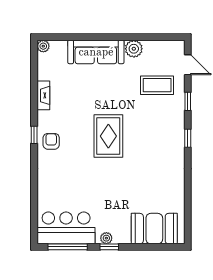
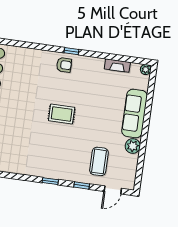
fireplace: (43, 95) -> (117, 66), moved
rug: (108, 136) -> (62, 114), width x0.73, depth x0.70

